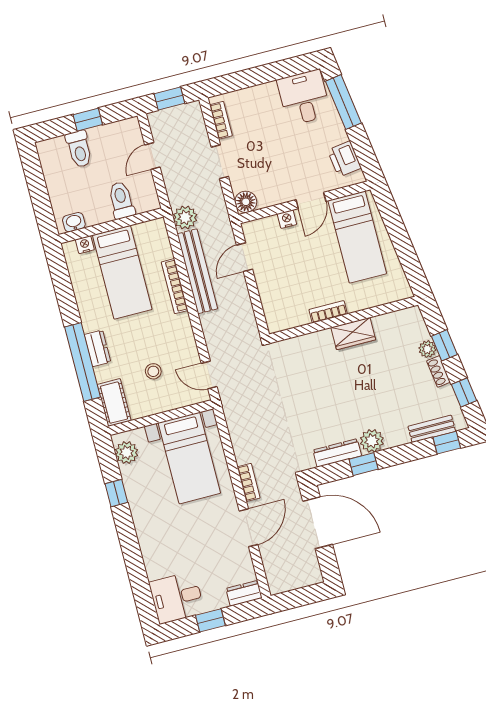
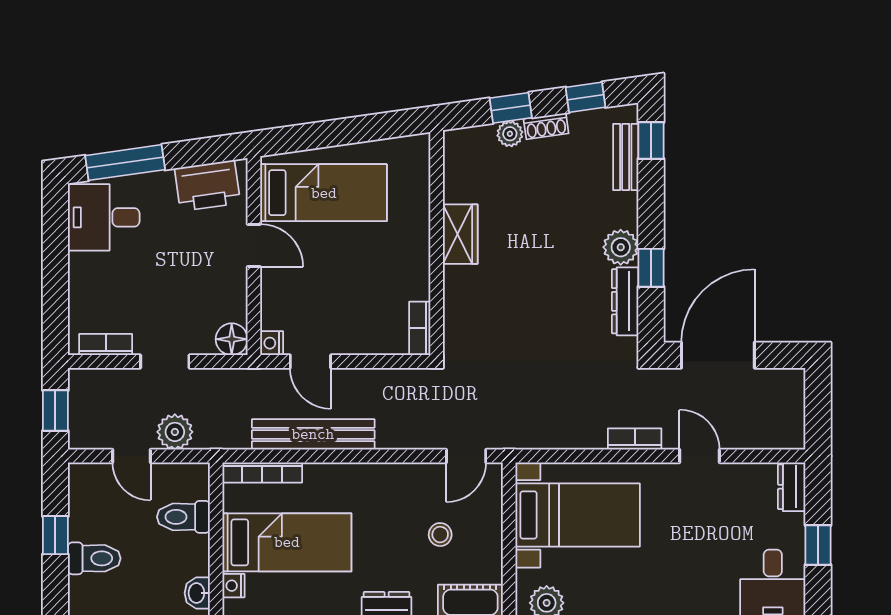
printer: (344, 159) -> (207, 186), width x1.37, depth x1.19
plant: (185, 217) -> (175, 432), moved
nightstand: (287, 219) -> (272, 343), moved
bookcase: (175, 286) -> (262, 473), moved
bookcase: (328, 312) -> (420, 328), moved
door: (249, 528) -> (699, 456), width x0.73

